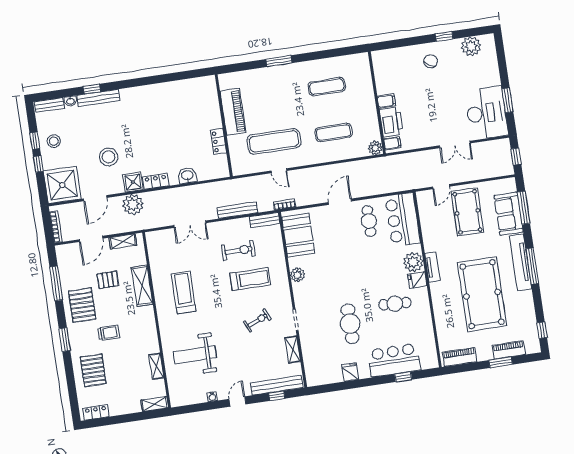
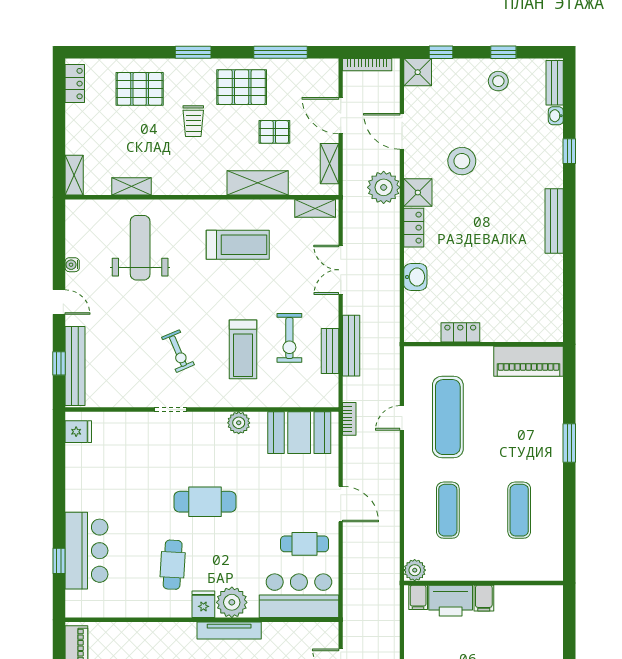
bench: (98, 98) -> (554, 221), moved
piano: (233, 112) -> (529, 361), moved
window: (38, 164) -> (441, 52), moved
shower: (62, 185) -> (418, 72), width x0.54, depth x0.54
bench: (265, 220) -> (330, 351), moved
tv unit: (432, 267) -> (229, 630), width x1.41
pallet: (108, 280) -> (274, 132), turned 90
cafe table: (350, 324) -> (205, 502), moved
shelving: (293, 350) -> (315, 208), moved
fridge: (350, 372) -> (78, 432), moved

